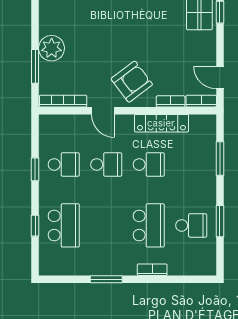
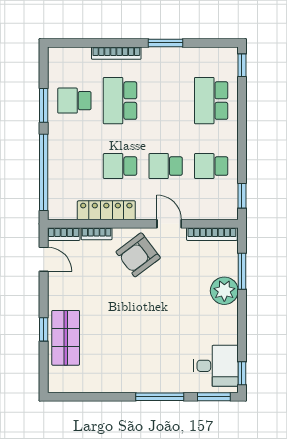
window: (220, 159) -> (44, 172), width x2.11
window: (35, 169) -> (242, 196), moved
window: (35, 226) -> (242, 65), moved
bookcase: (152, 270) -> (116, 53), width x1.56

